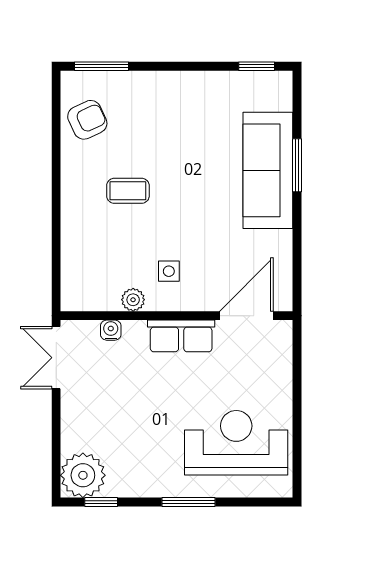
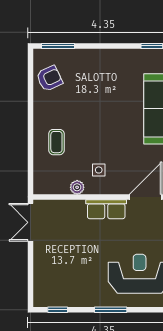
coffee table: (128, 191) -> (56, 142), moved, turned 90
water cooler: (111, 330) -> (64, 206), removed
plant: (83, 475) -> (47, 293), removed

